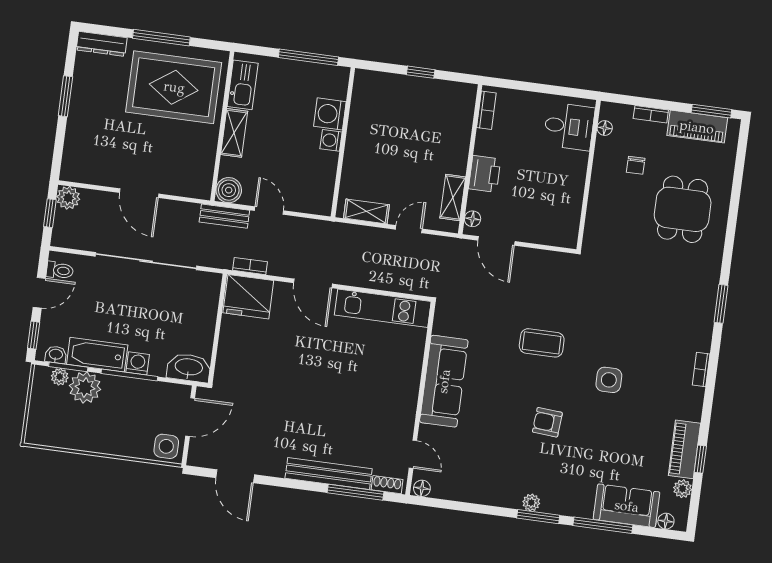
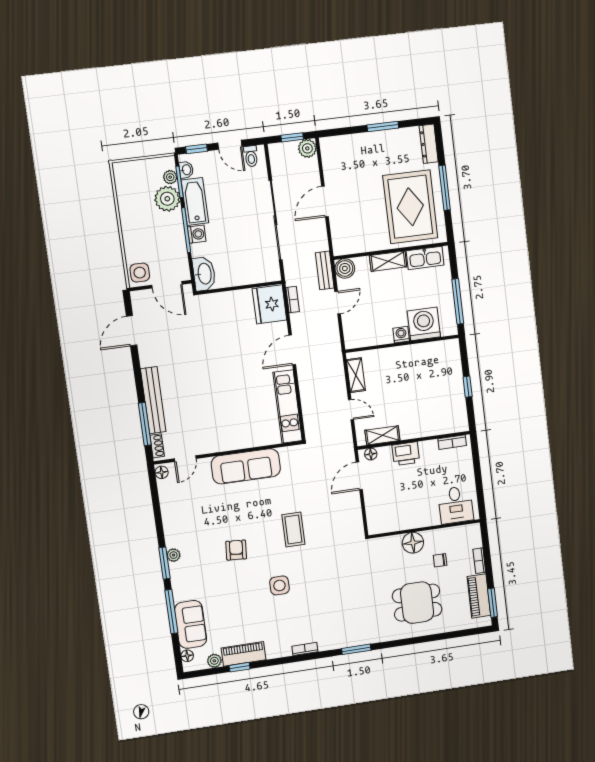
washing machine: (330, 114) -> (424, 324), width x1.37, depth x1.37
floor lamp: (605, 128) -> (413, 543), moved, width x1.89, depth x1.89

